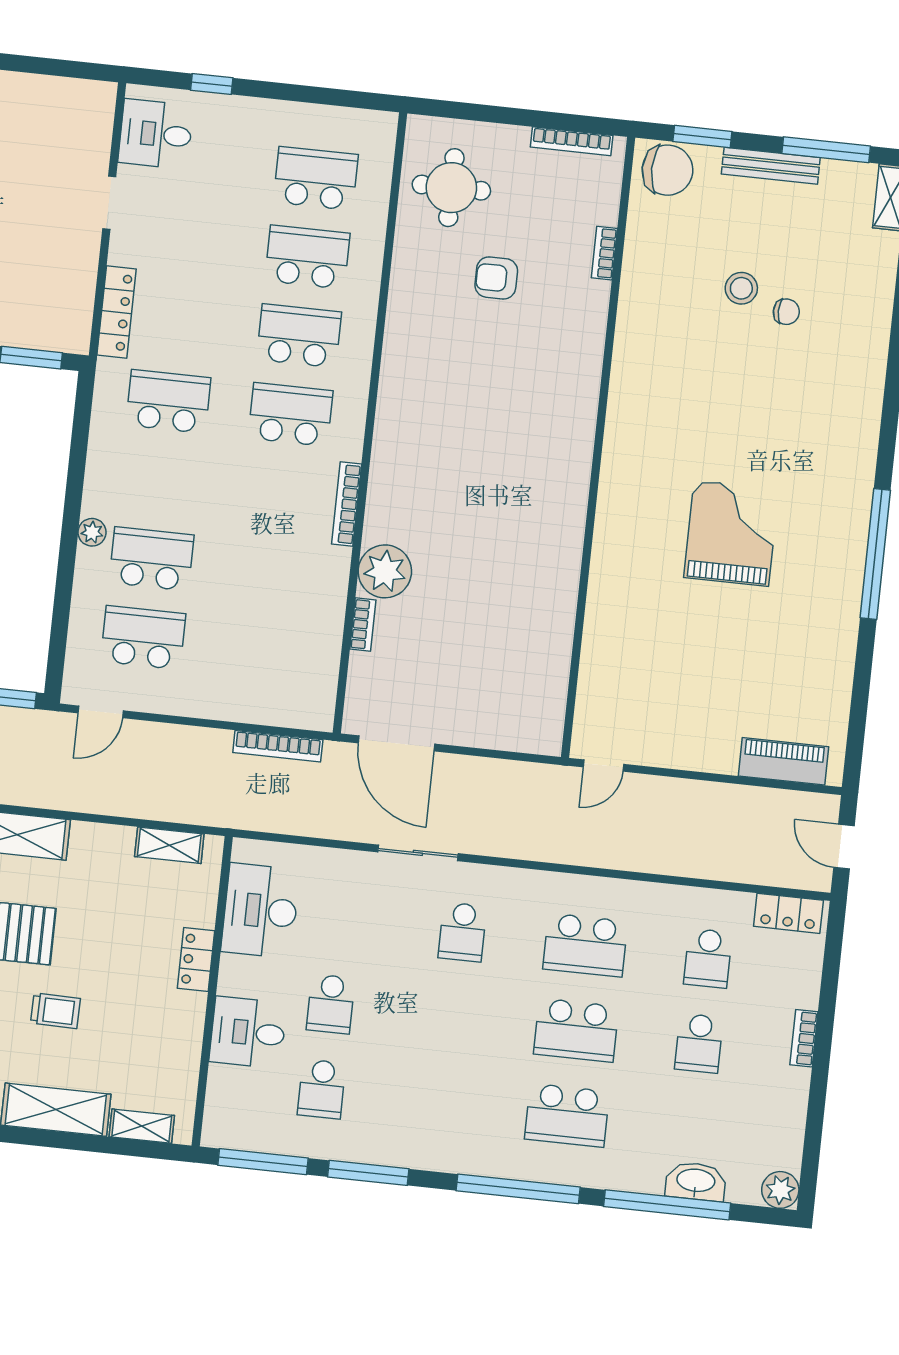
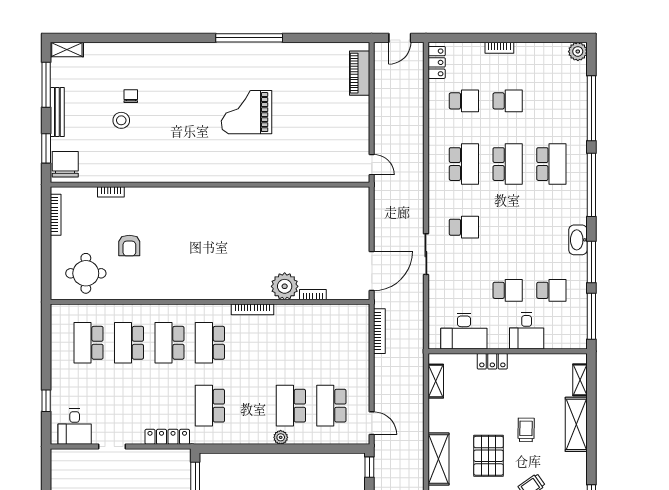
washbasin: (696, 1181) -> (578, 240), moved

